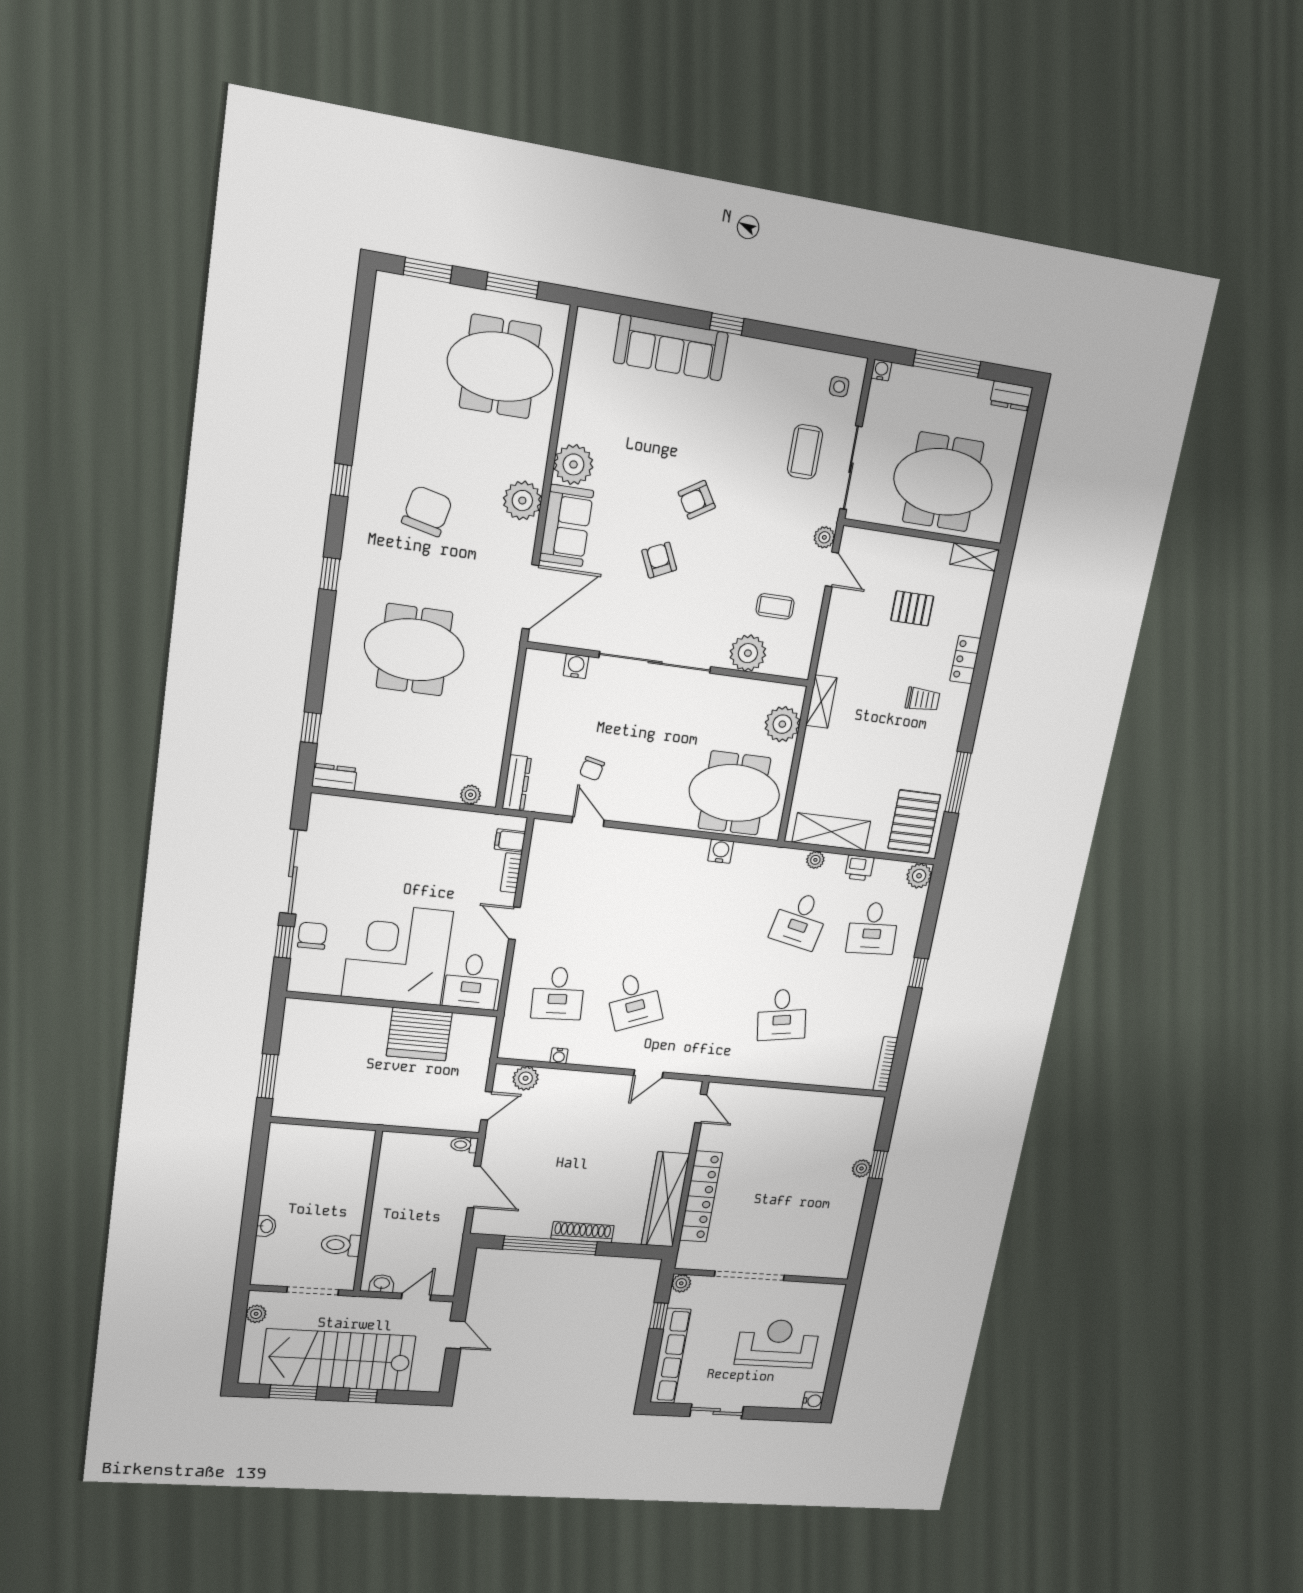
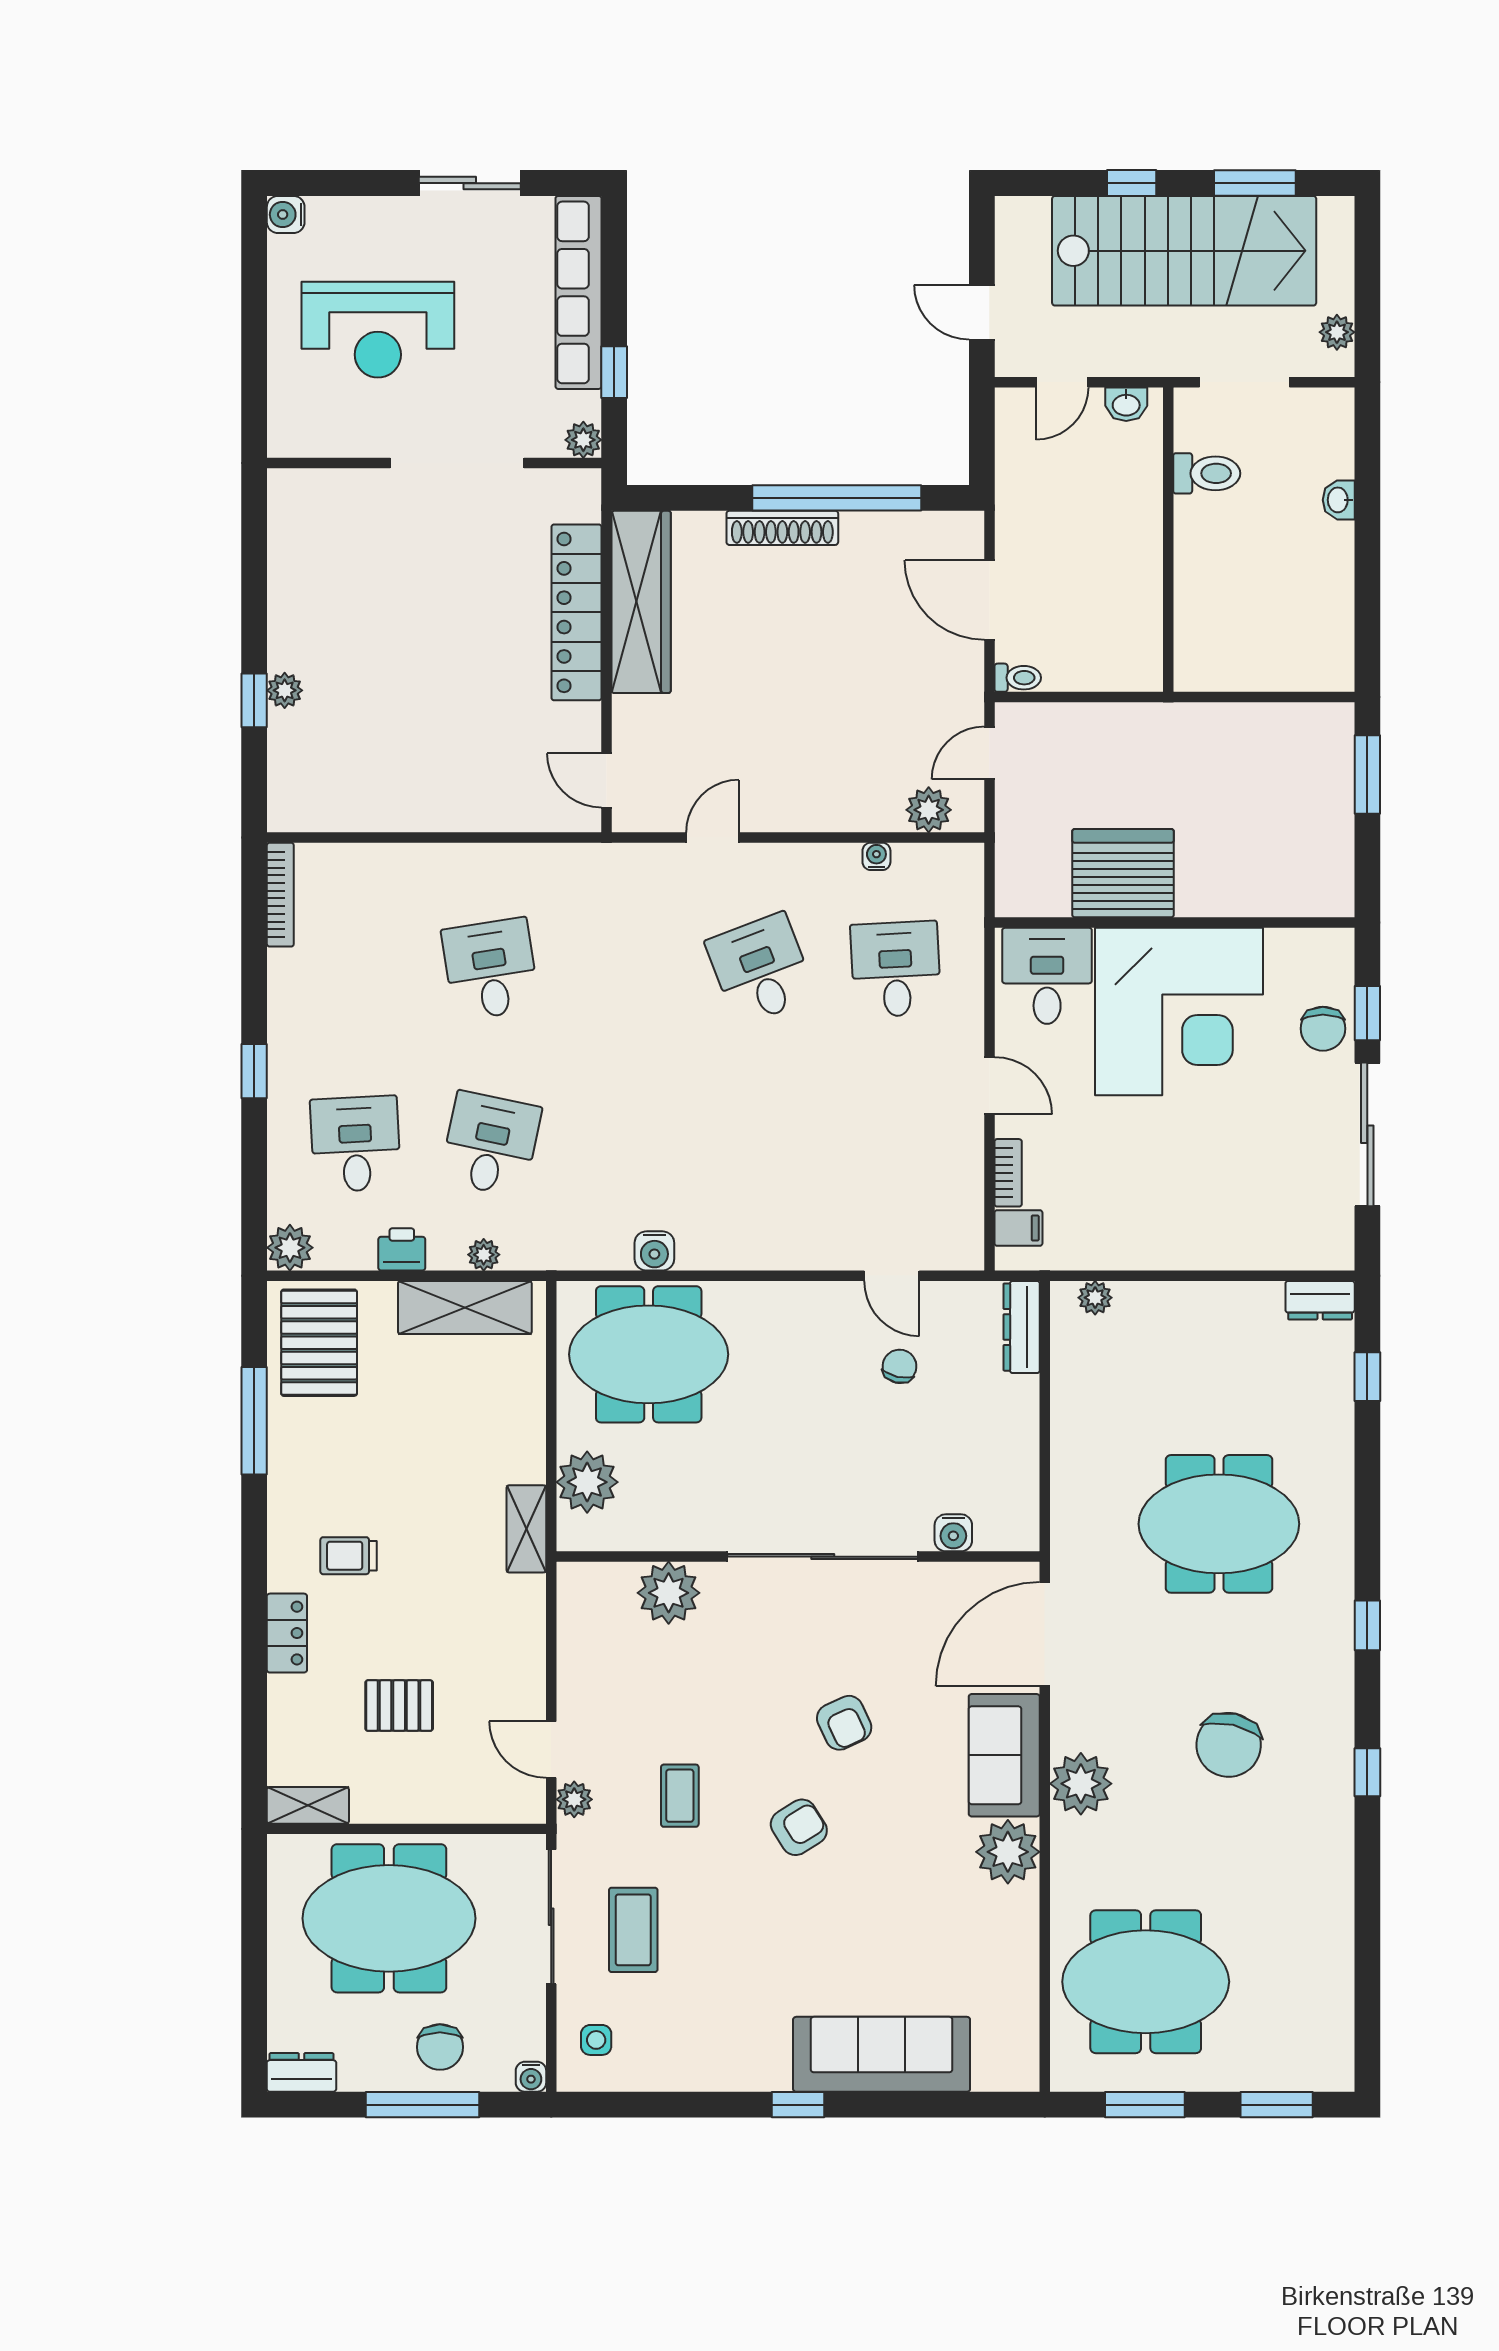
chair: (930, 398) -> (440, 2047), added
coffee table: (775, 606) -> (680, 1796), moved, turned 90

